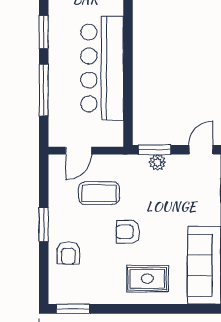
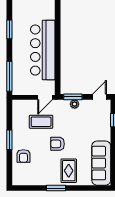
window: (44, 90) -> (9, 76), moved
door: (79, 151) -> (45, 97), moved
rug: (147, 279) -> (69, 171), turned 90
window: (73, 309) -> (56, 188), moved

